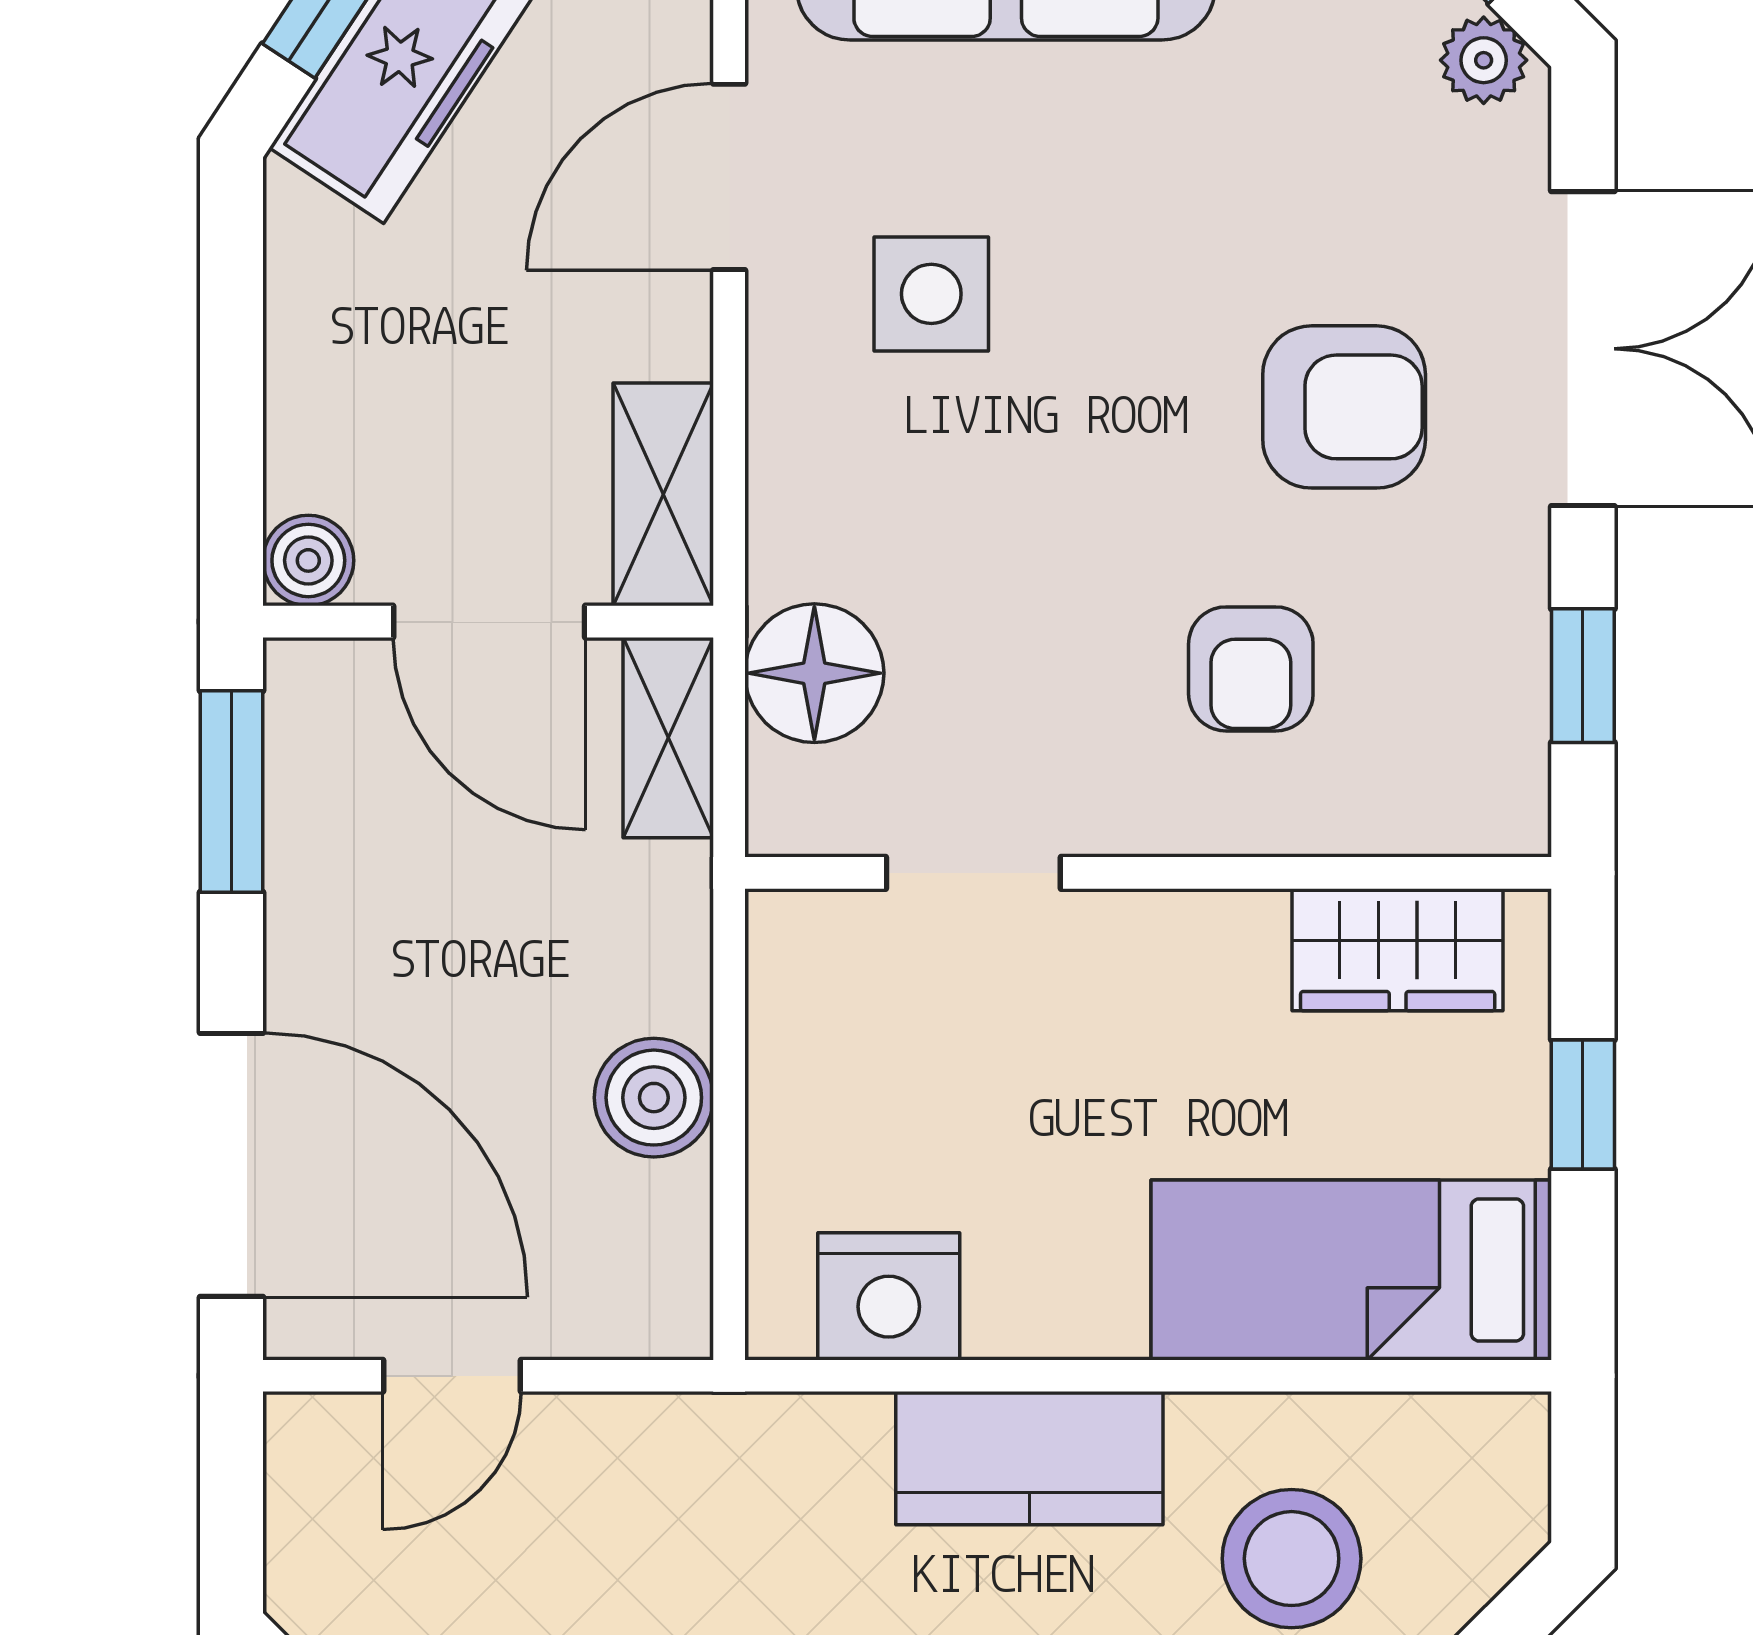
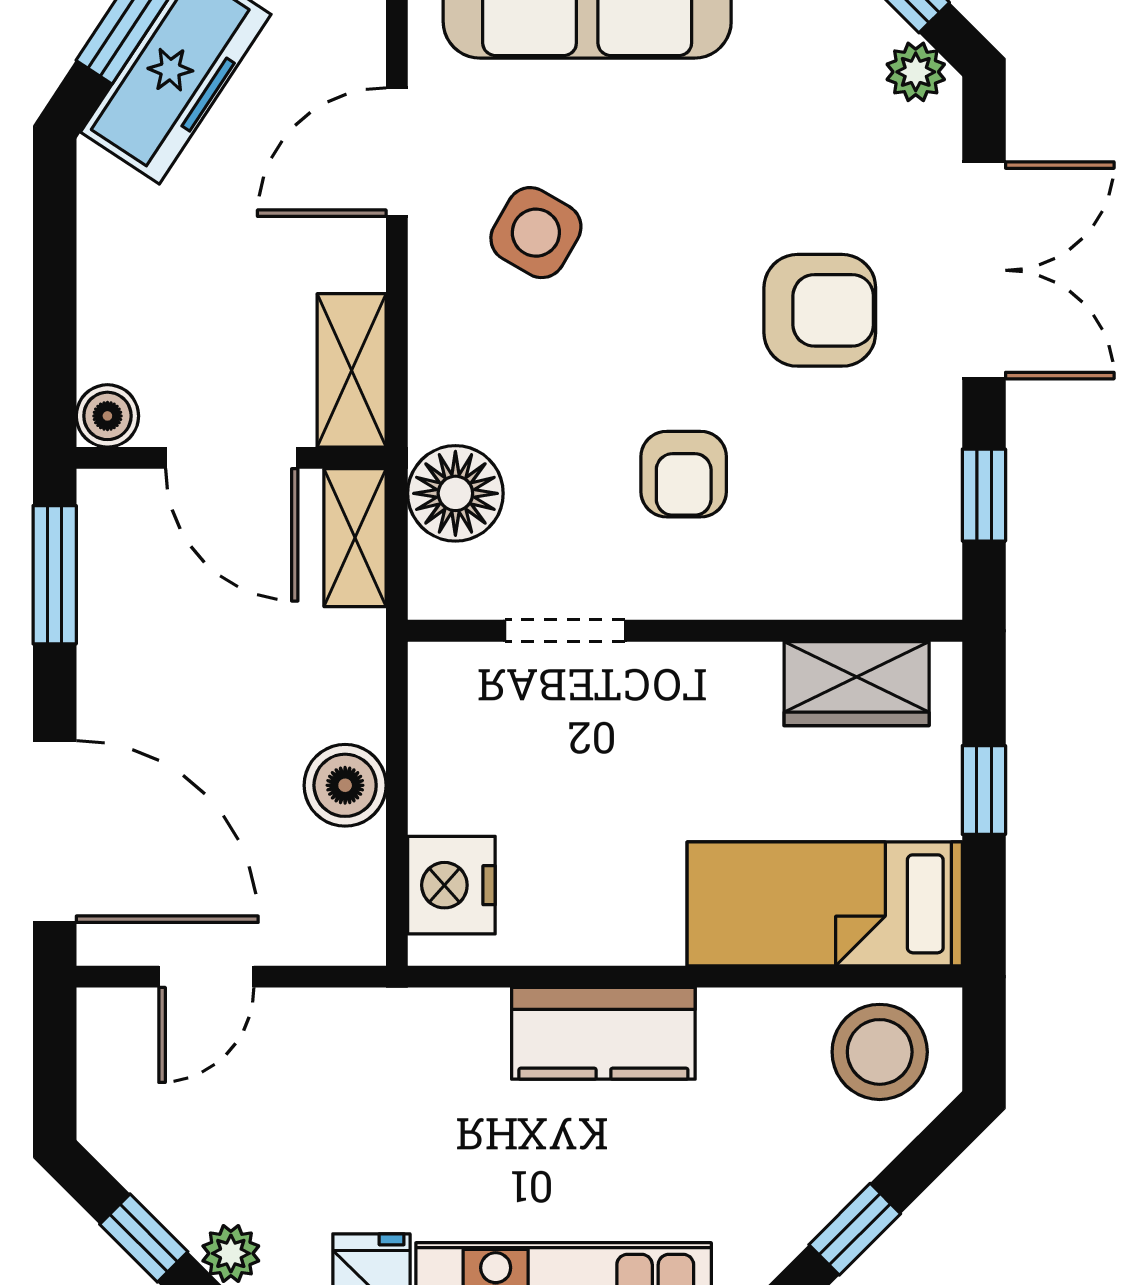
side table: (931, 294) -> (536, 233), turned 30
armchair: (1251, 669) -> (684, 474), moved
nightstand: (889, 1296) -> (451, 885), moved, turned 90
stool: (1292, 1559) -> (880, 1052), moved

